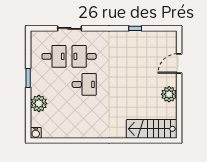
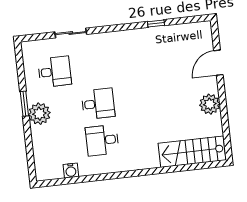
desk: (84, 56) -> (102, 140), moved
plant: (39, 103) -> (39, 114), moved
water cooler: (36, 133) -> (71, 171), moved

